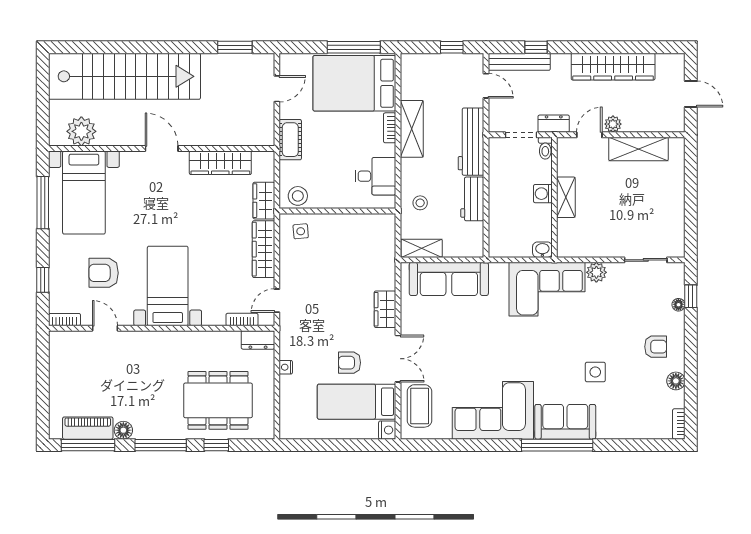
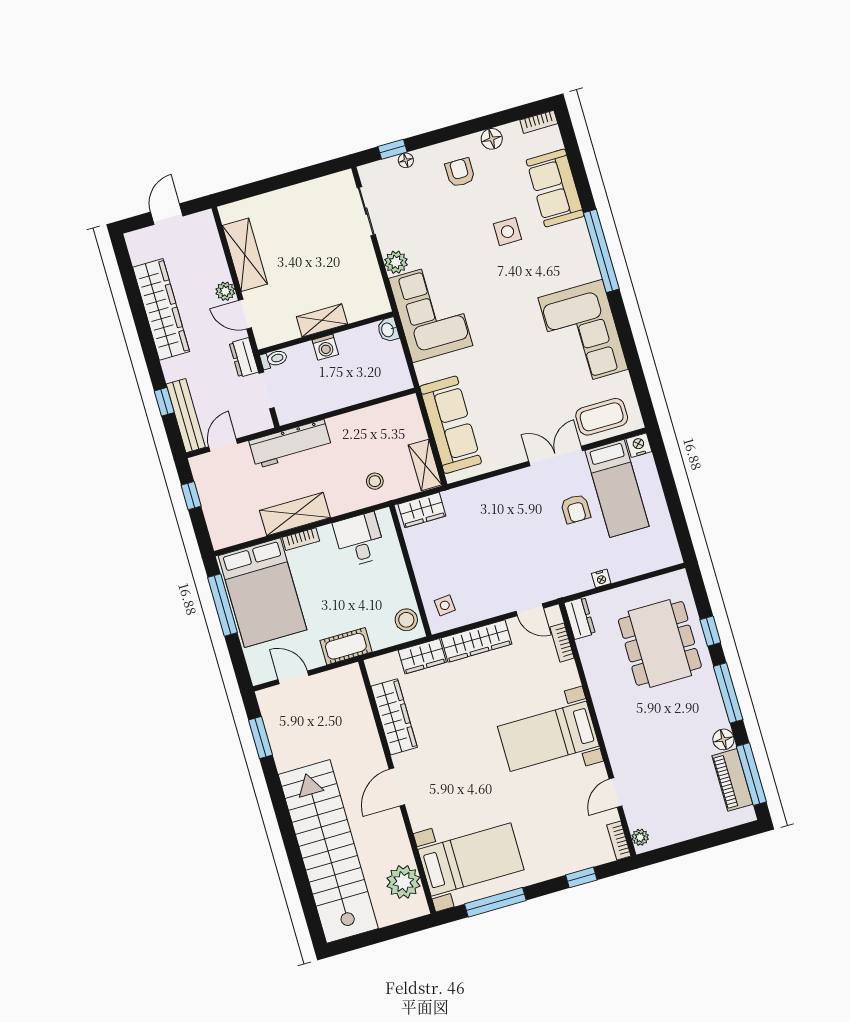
workbench: (472, 199) -> (354, 424), removed
armchair: (104, 273) -> (554, 812), removed
wardrobe: (385, 309) -> (422, 510), moved
plant: (62, 338) -> (640, 837), added
sofa: (565, 422) -> (555, 188), moved

